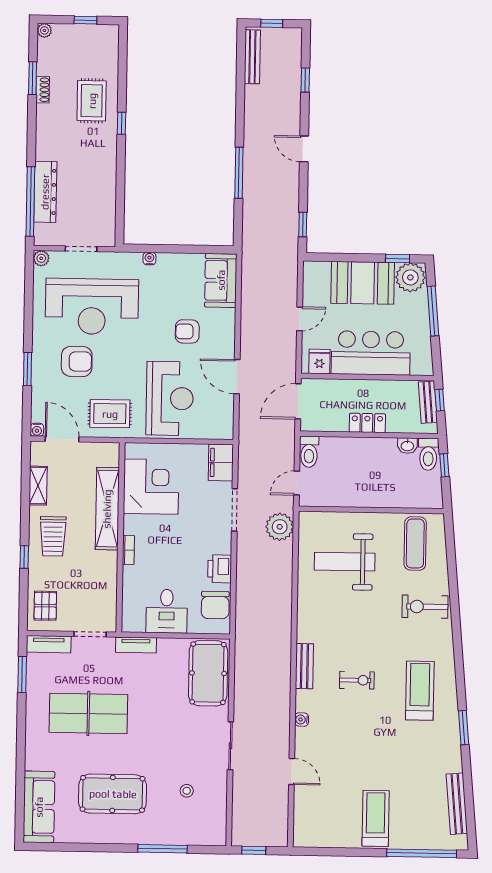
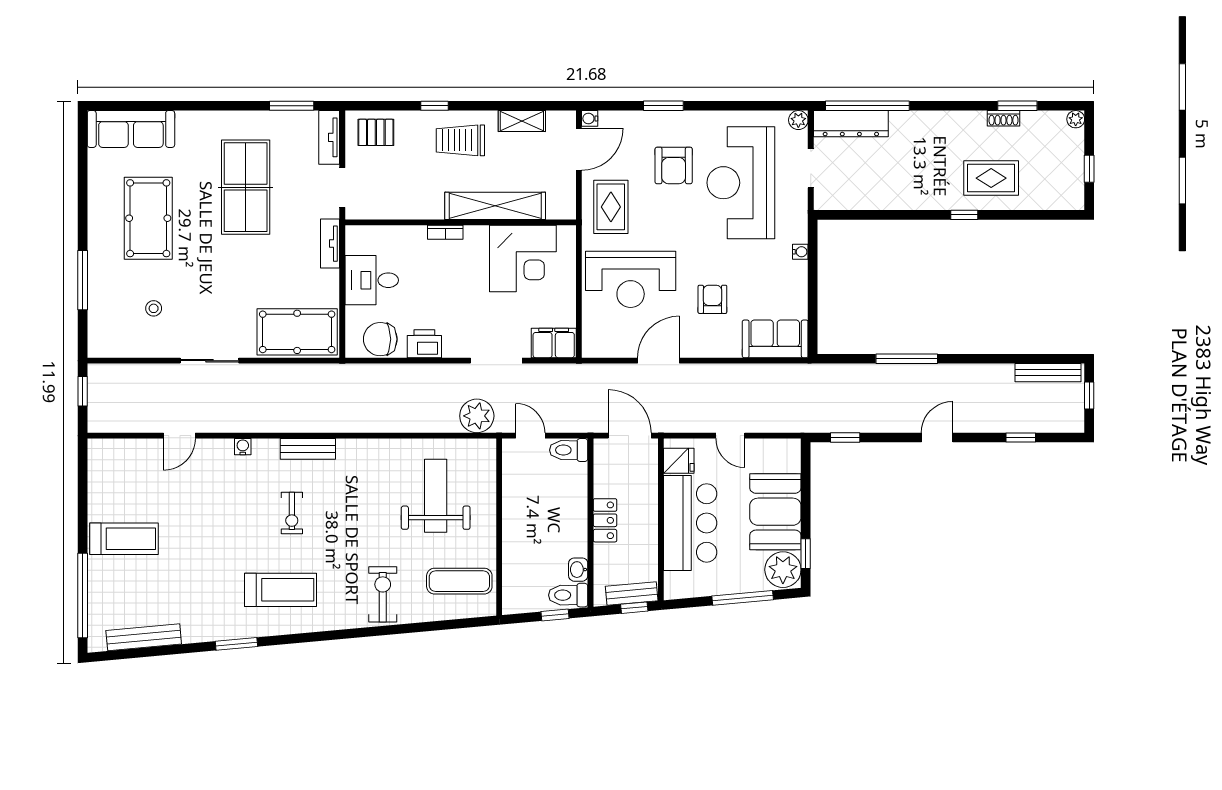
dresser: (45, 192) -> (851, 124), moved

